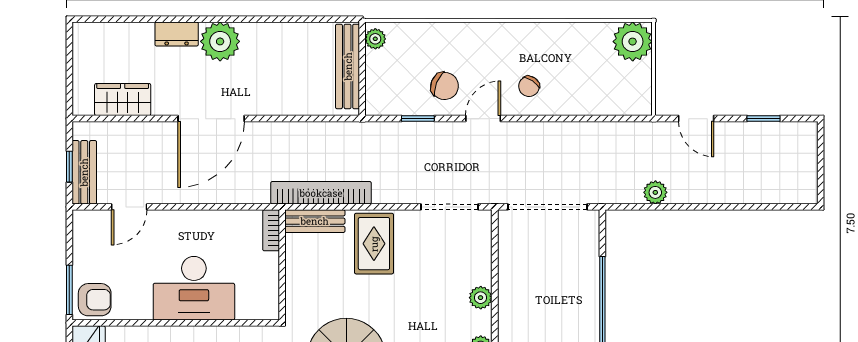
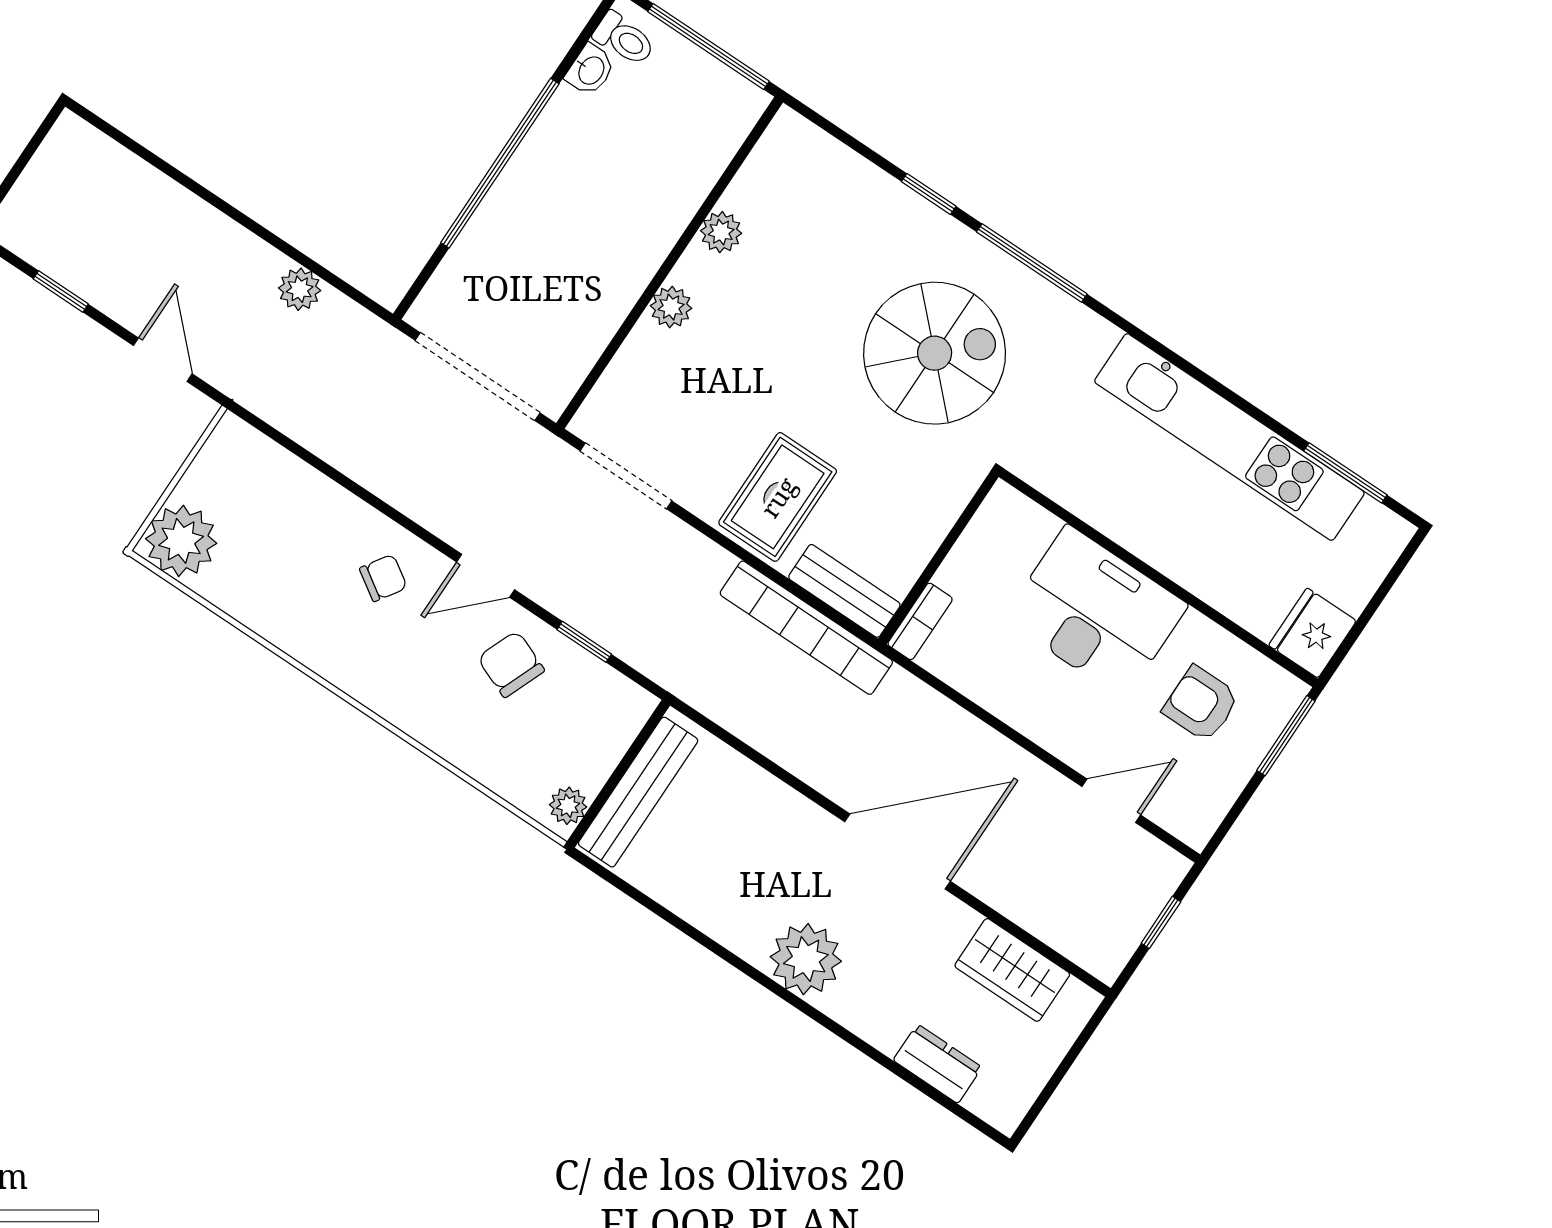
dresser: (177, 34) -> (938, 1064), moved
bench: (84, 172) -> (1144, 899), removed
armchair: (95, 300) -> (1201, 704), moved

